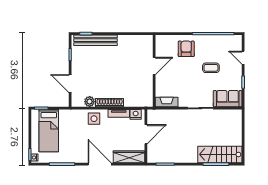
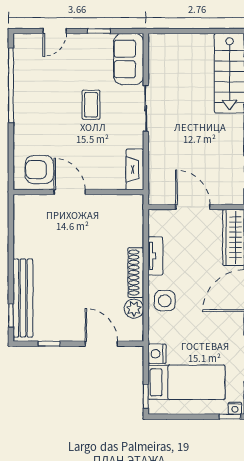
armchair: (186, 49) -> (39, 170), moved
coffee table: (211, 68) -> (91, 105), moved
door: (70, 84) -> (101, 344), swing flipped
nightstand: (136, 114) -> (157, 354), moved

